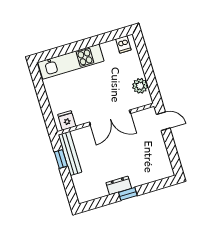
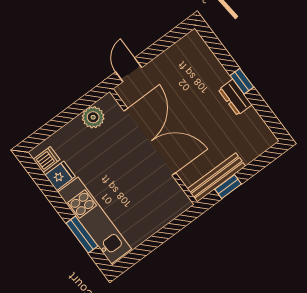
window: (65, 50) -> (82, 235), added
double door: (110, 118) -> (150, 142), width x1.36
fridge: (67, 120) -> (60, 176), moved, turned 180

